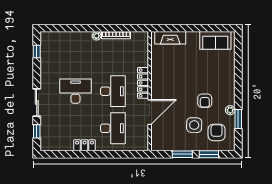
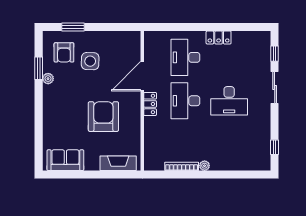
locker: (143, 83) -> (150, 104), width x0.66
armchair: (205, 101) -> (103, 117), moved, width x1.88, depth x1.88
window: (182, 154) -> (104, 27), removed

